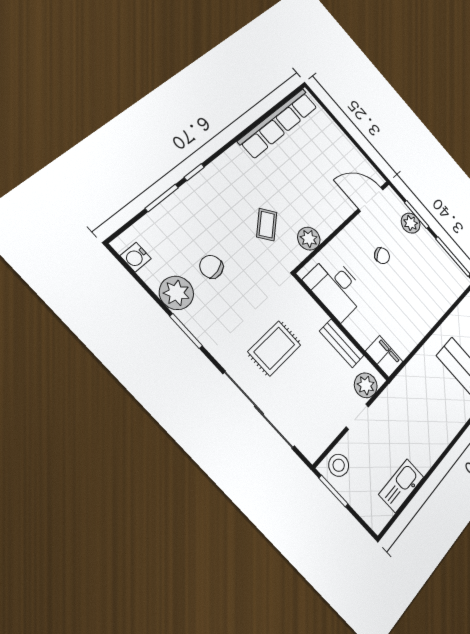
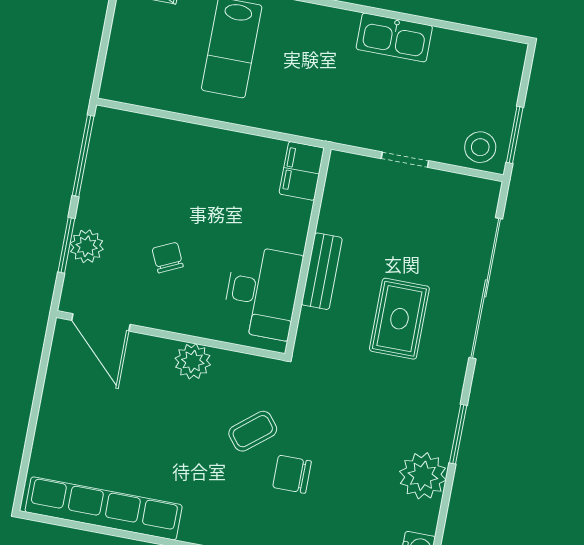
plant: (309, 239) -> (193, 361), moved
chair: (211, 267) -> (292, 474), moved, turned 103
bench: (342, 343) -> (322, 271), moved
rug: (274, 348) -> (399, 319), turned 90
plant: (366, 385) -> (358, 173), removed
kitchen sink: (401, 486) -> (394, 37), moved

